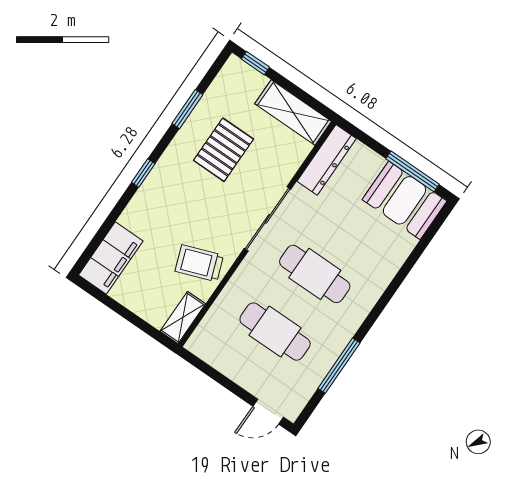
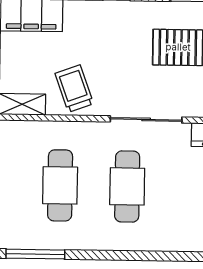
window: (339, 366) -> (35, 254), moved

